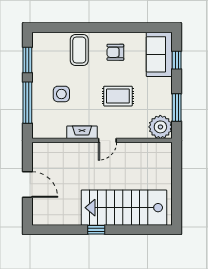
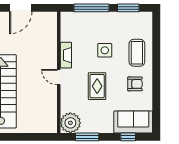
coffee table: (79, 50) -> (137, 53), turned 90
armchair: (115, 52) -> (135, 84), turned 90
side table: (61, 94) -> (105, 50), moved

